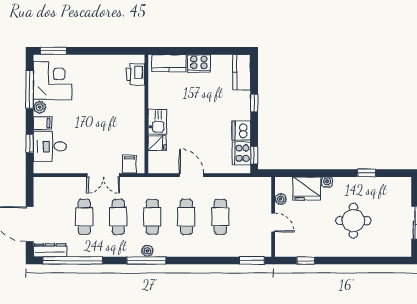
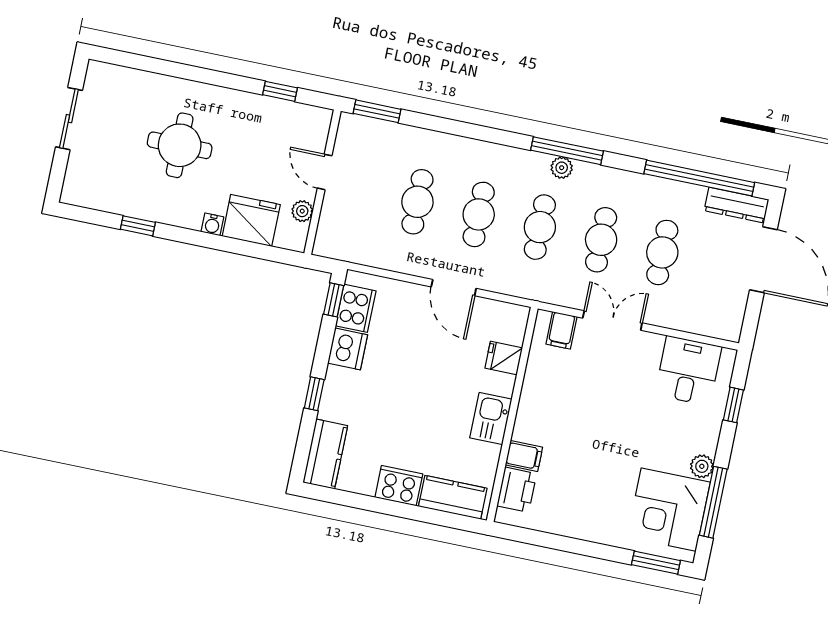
kitchen sink: (157, 122) -> (491, 419), moved
filing cabinet: (42, 123) -> (524, 456), moved, turned 180
desk: (50, 146) -> (688, 371), moved, turned -90

